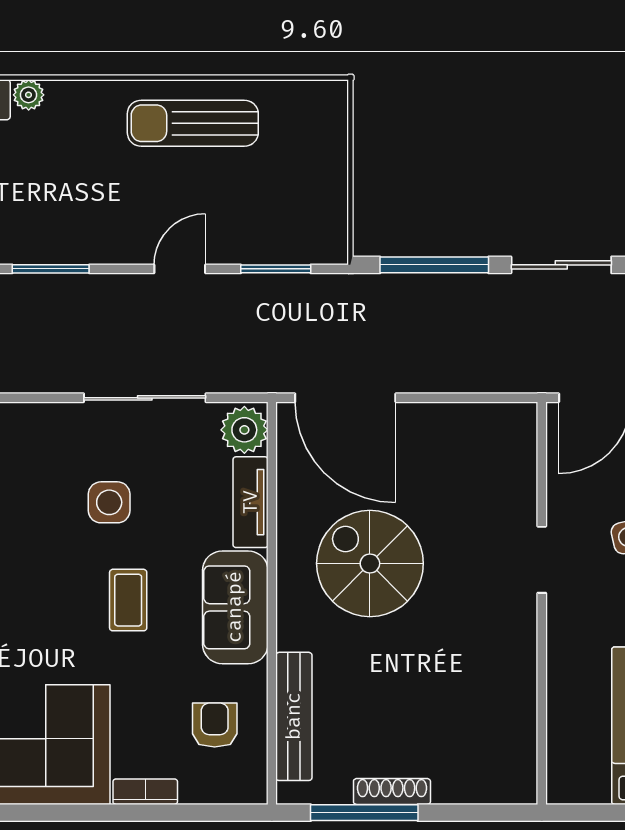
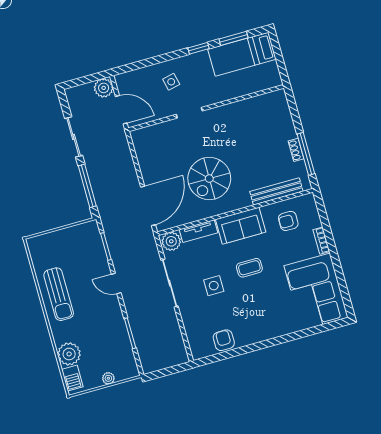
plant: (29, 95) -> (69, 354), width x1.88, depth x1.88
shoe rack: (392, 791) -> (296, 150), width x0.70

